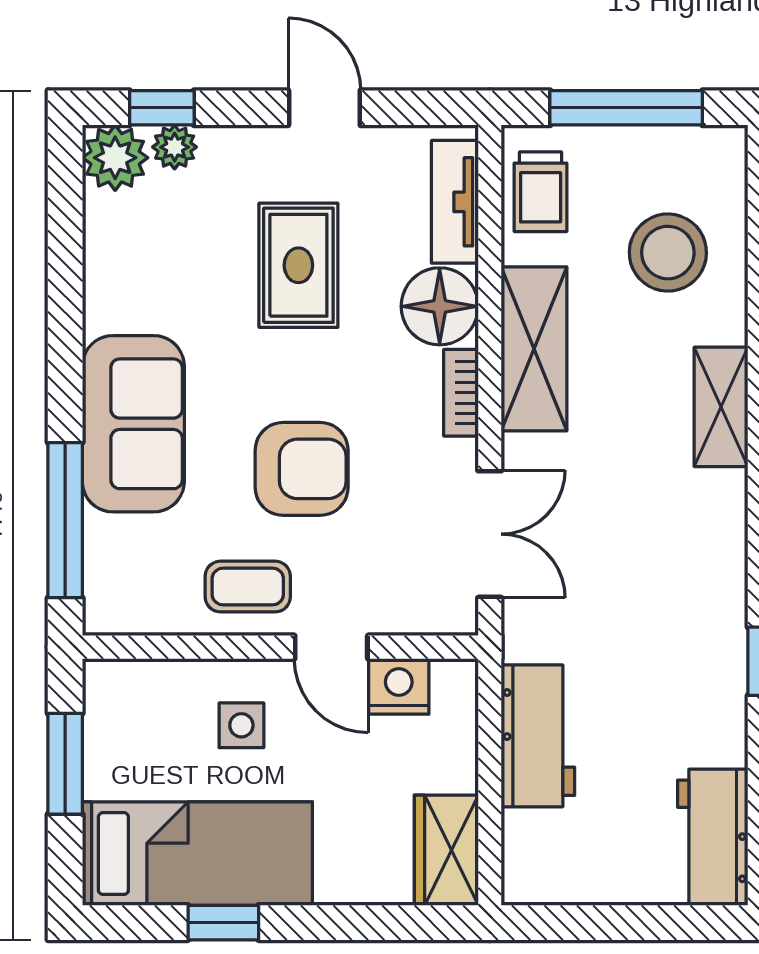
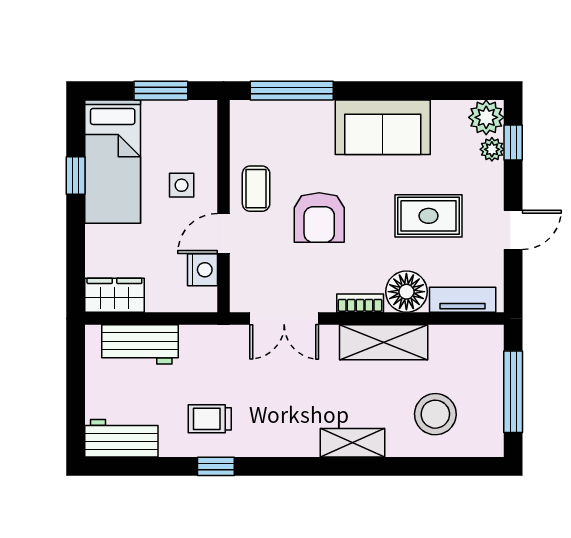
trolley: (541, 192) -> (210, 419), moved
sofa: (133, 424) -> (383, 127), moved
workbench: (538, 736) -> (140, 344), moved

